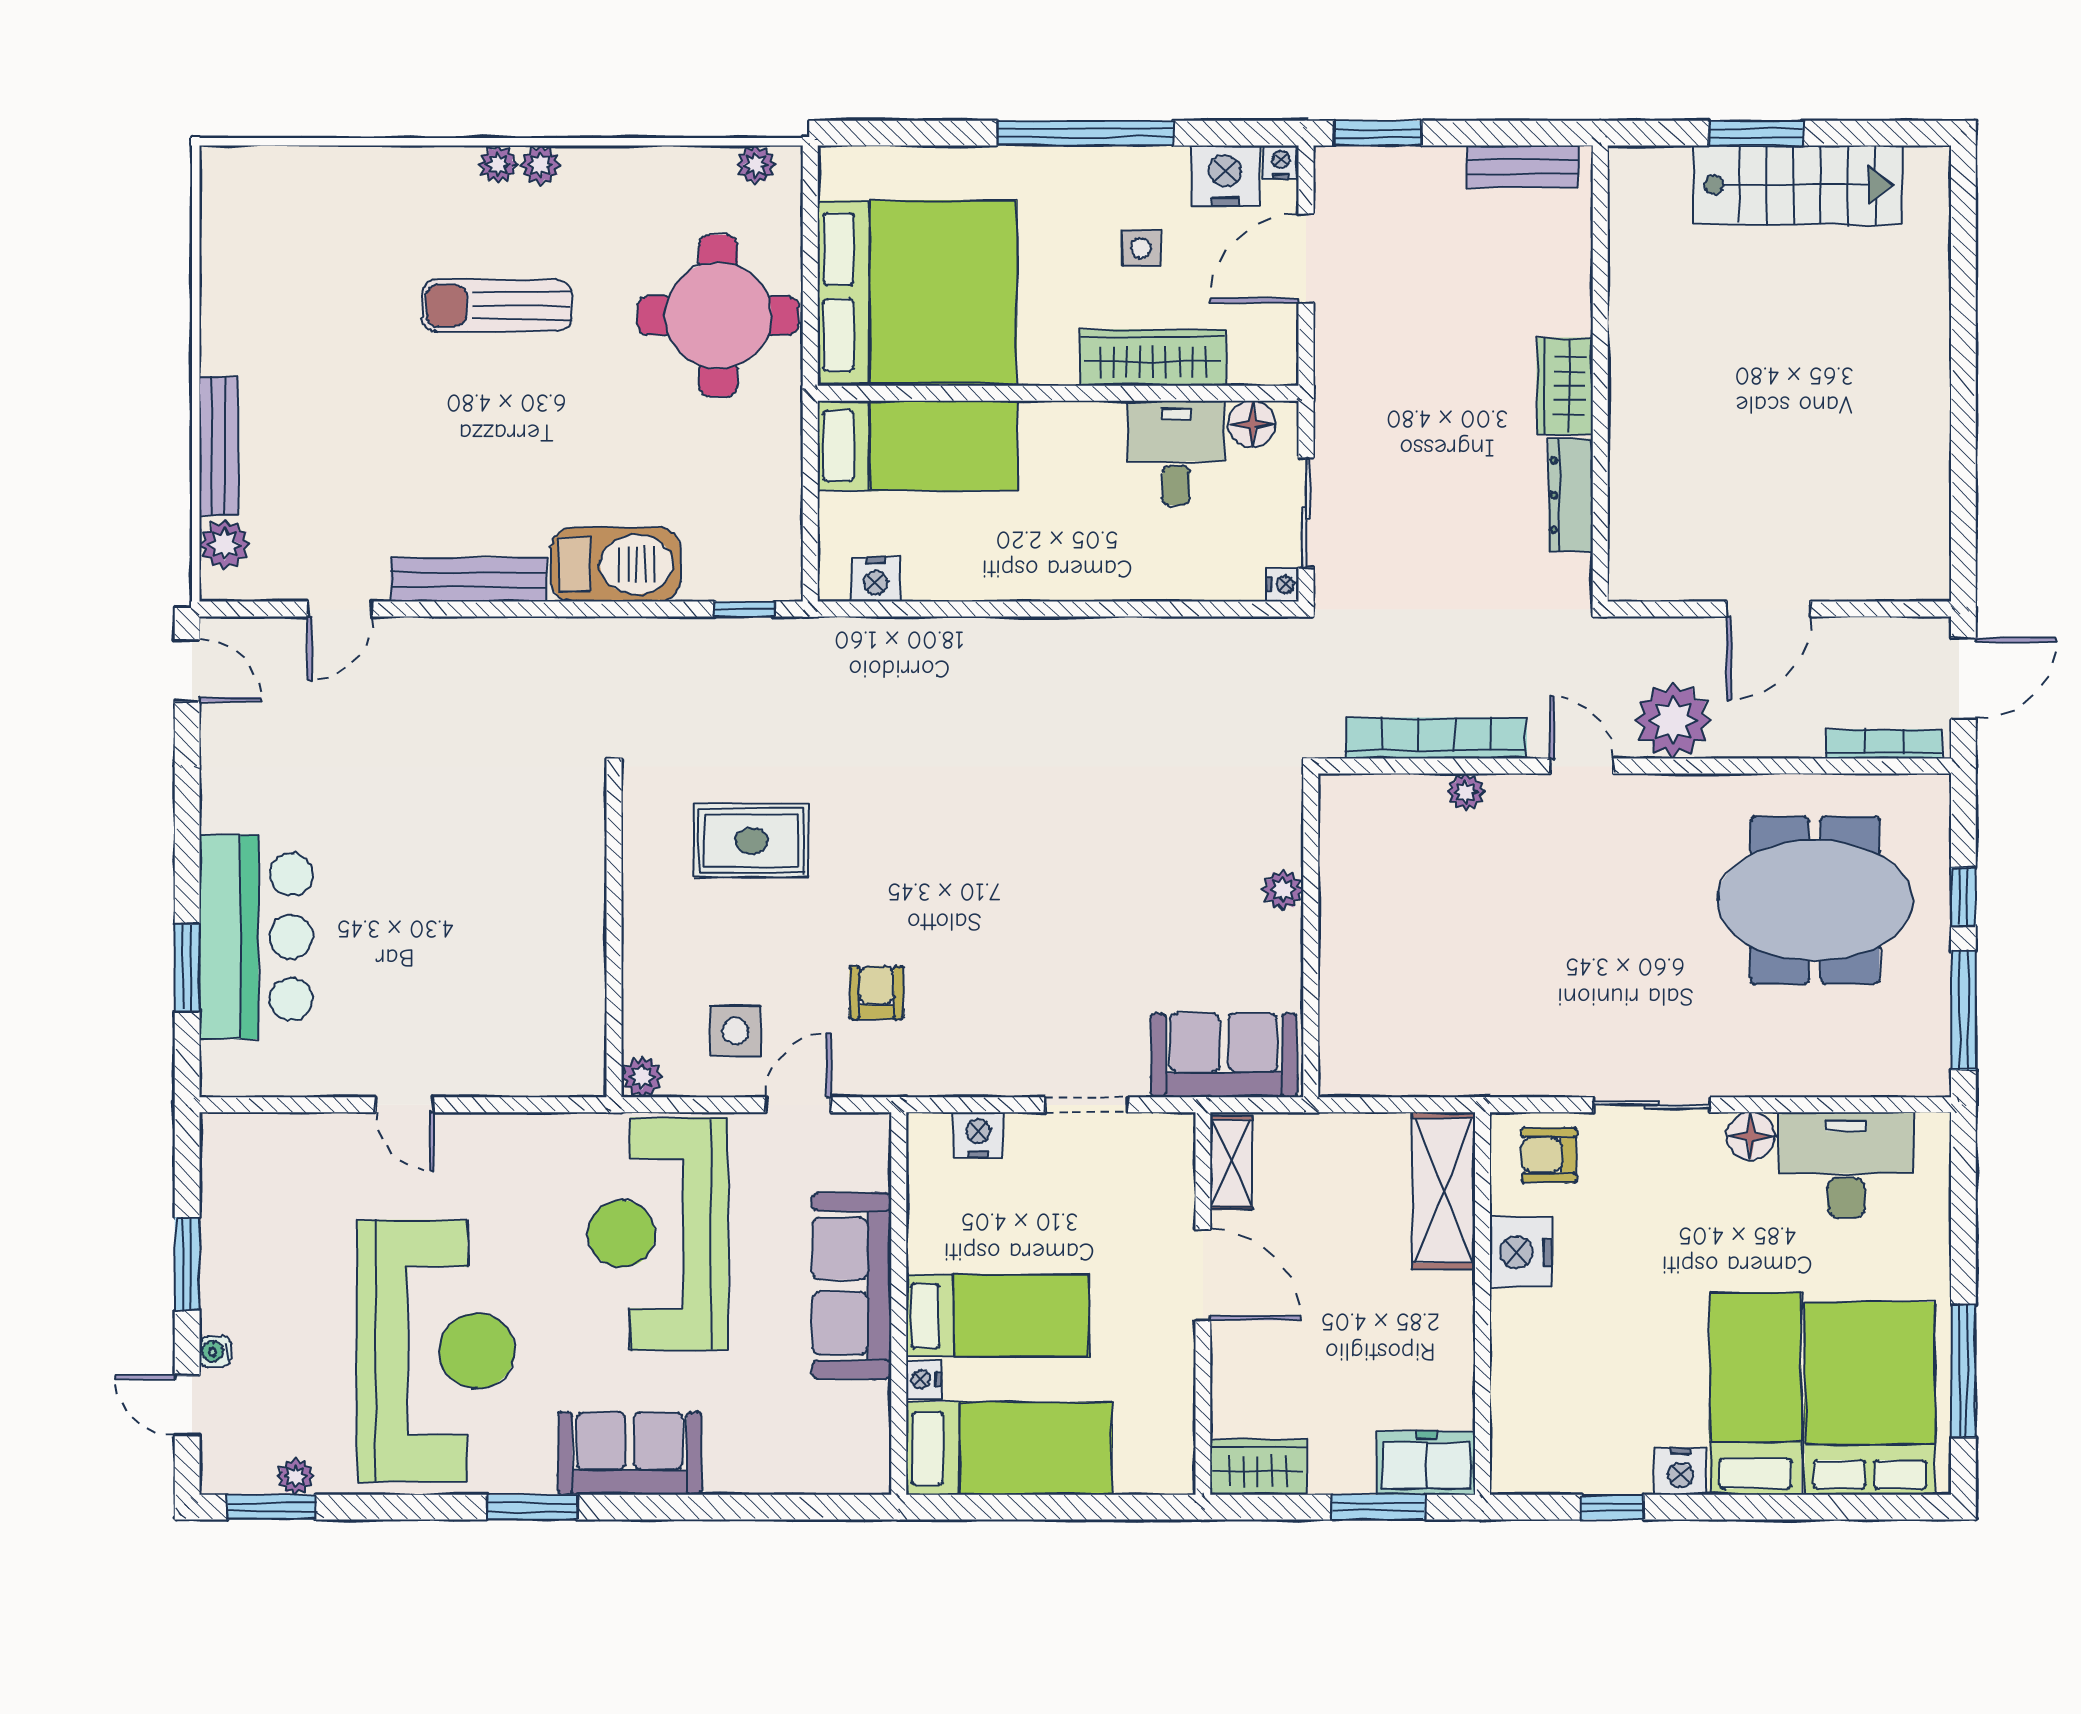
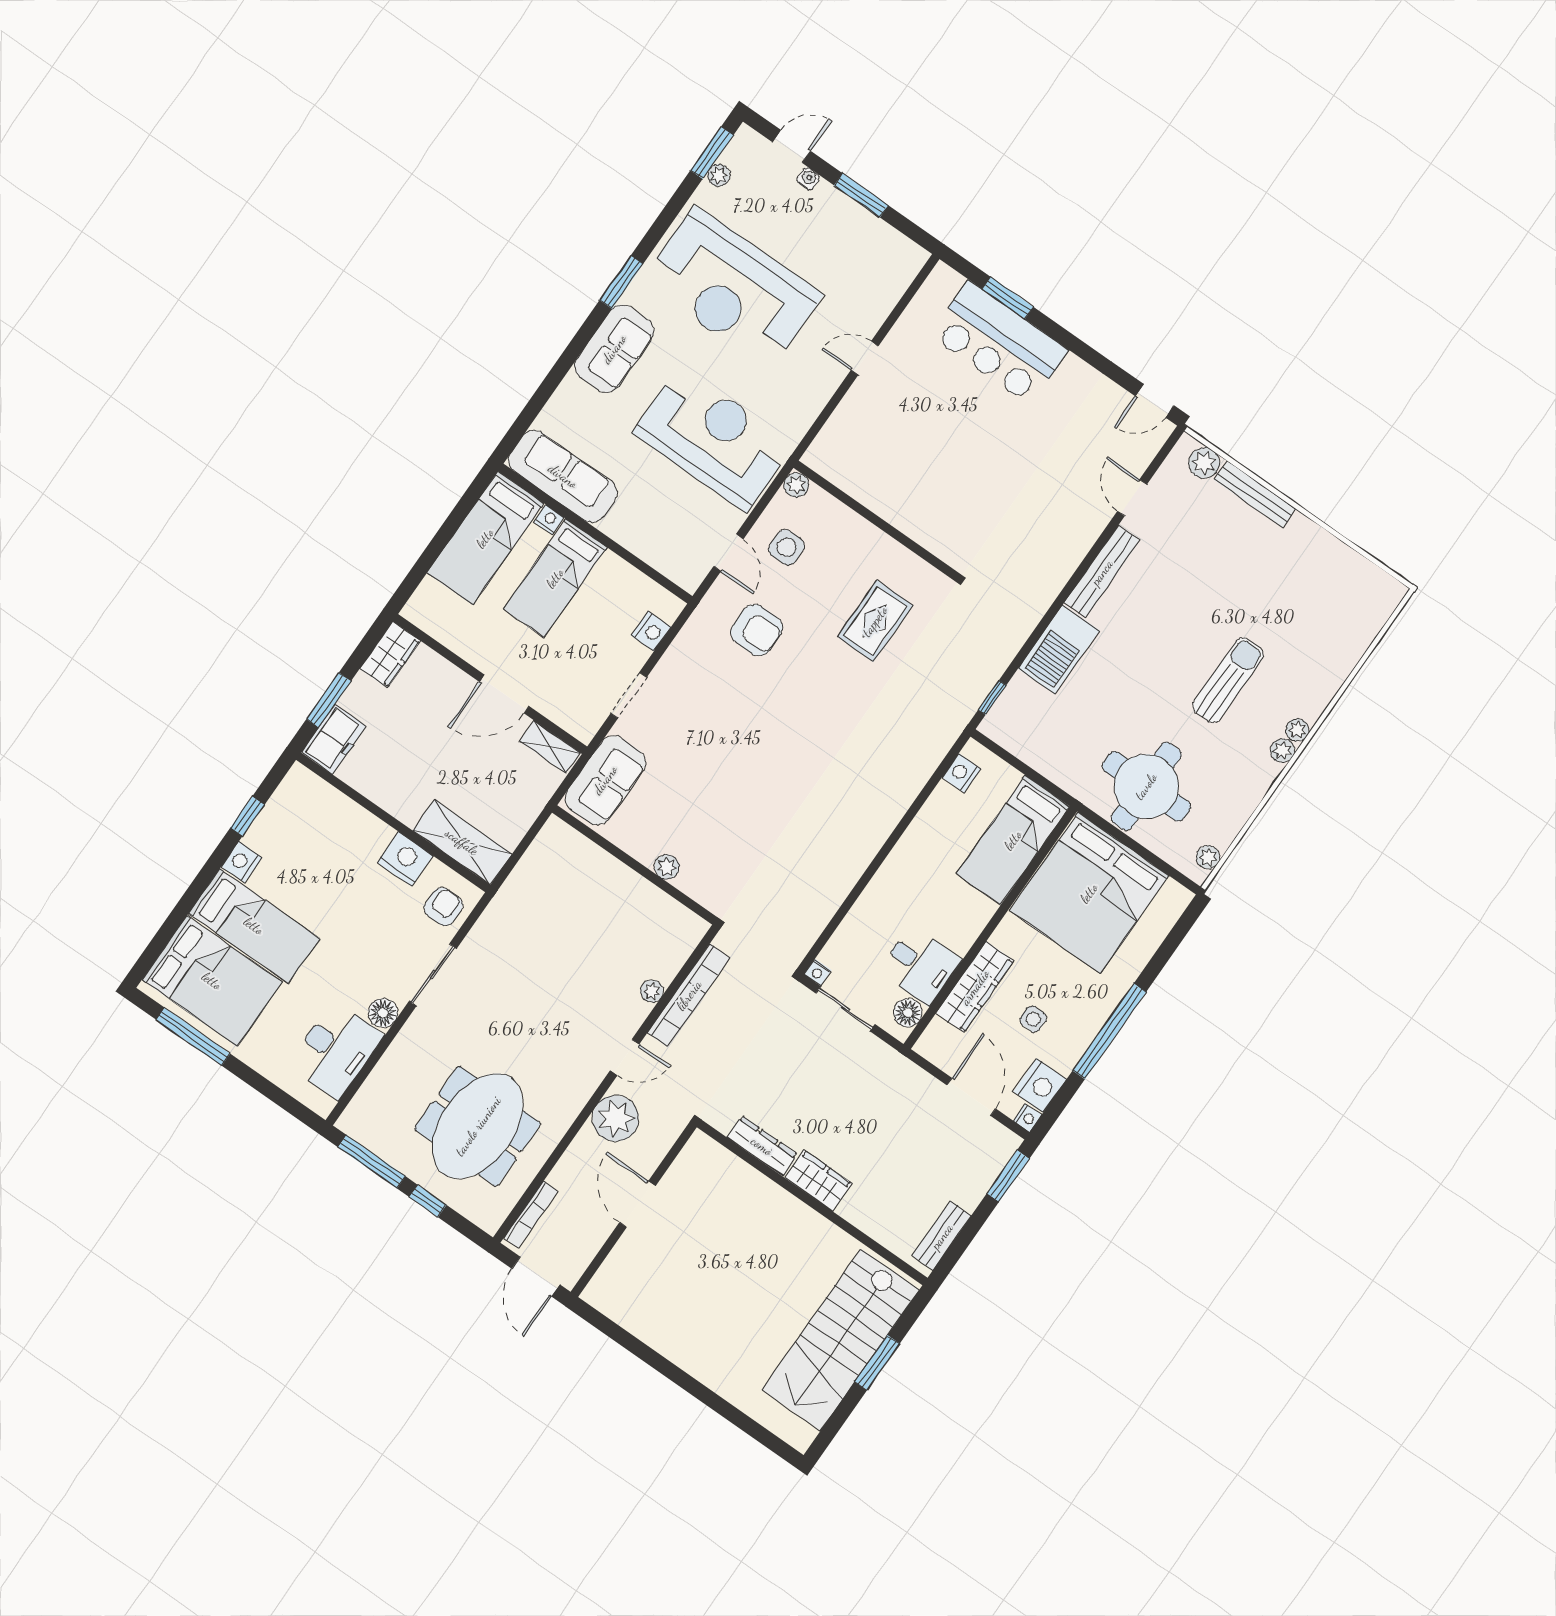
stairs: (1798, 185) -> (841, 1340), width x1.36, depth x1.51
armchair: (876, 993) -> (757, 630), width x1.38, depth x1.38
sofa: (852, 1286) -> (563, 476), moved

